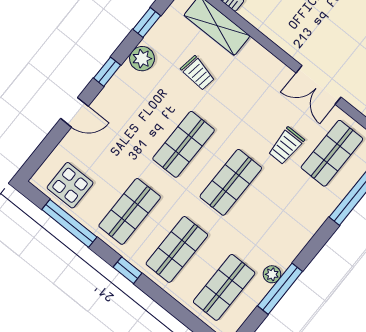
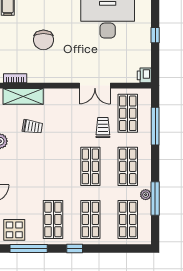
shop shelf: (184, 144) -> (128, 166), moved
trolley: (286, 146) -> (103, 127), turned 180

